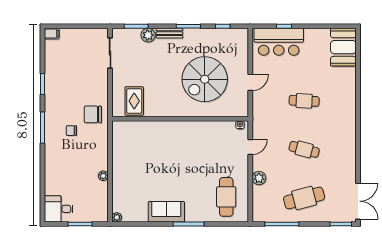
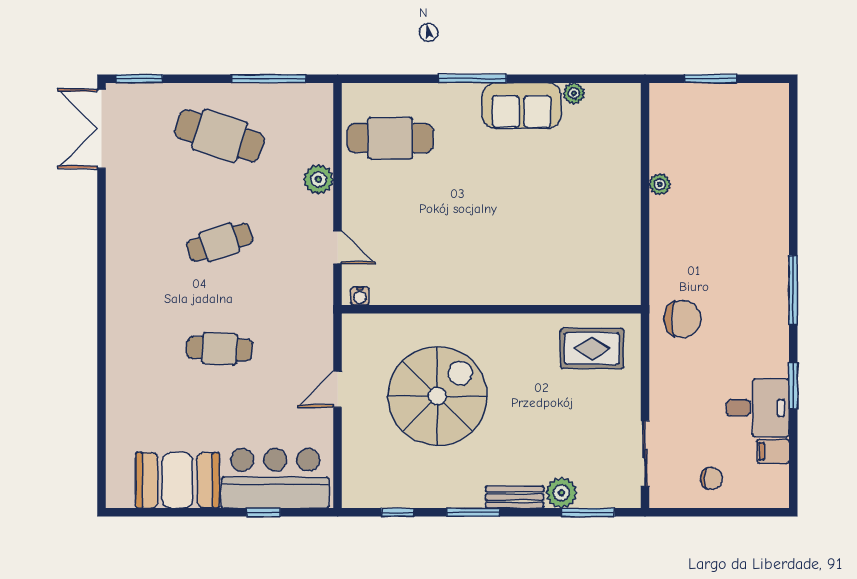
filing cabinet: (52, 34) -> (773, 451), moved
booth: (343, 47) -> (177, 480), moved, turned 90
rug: (134, 101) -> (592, 348), turned 90
chair: (71, 131) -> (711, 478), moved
door: (250, 147) -> (338, 248), swing flipped
cafe table: (304, 149) -> (220, 242), turned -33
cafe table: (226, 197) -> (390, 138), turned 90
cafe table: (304, 198) -> (220, 136), turned 33
desk: (59, 209) -> (758, 408), moved
plant: (117, 217) -> (574, 93), moved

